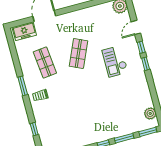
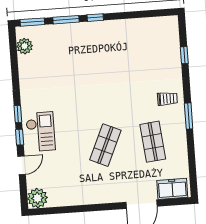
checkout: (115, 61) -> (41, 132), moved

